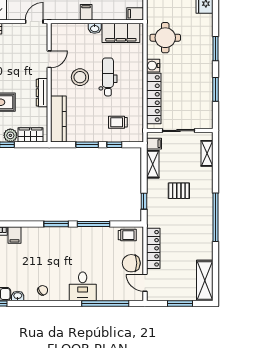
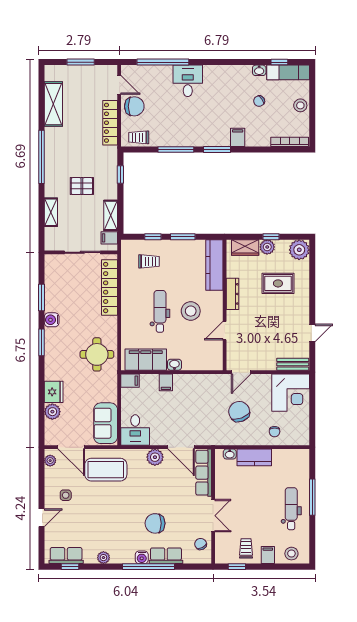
filing cabinet: (86, 12) -> (166, 382), moved
water cooler: (153, 66) -> (52, 320), moved, turned 180
dental chair: (108, 77) -> (160, 311), turned 180
shelving: (207, 153) -> (51, 212), moved
filing cabinet: (15, 235) -> (238, 137), moved
shelving: (205, 280) -> (53, 104), moved
chair: (43, 290) -> (259, 101), moved

